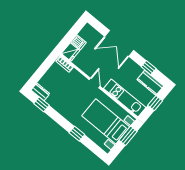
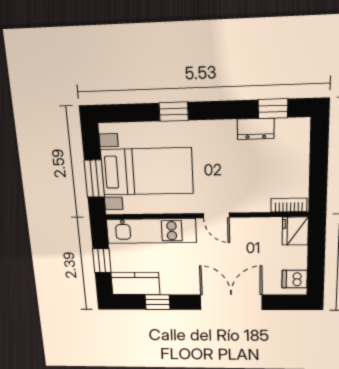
dishwasher: (79, 42) -> (295, 279), moved
dresser: (40, 92) -> (256, 129), moved

